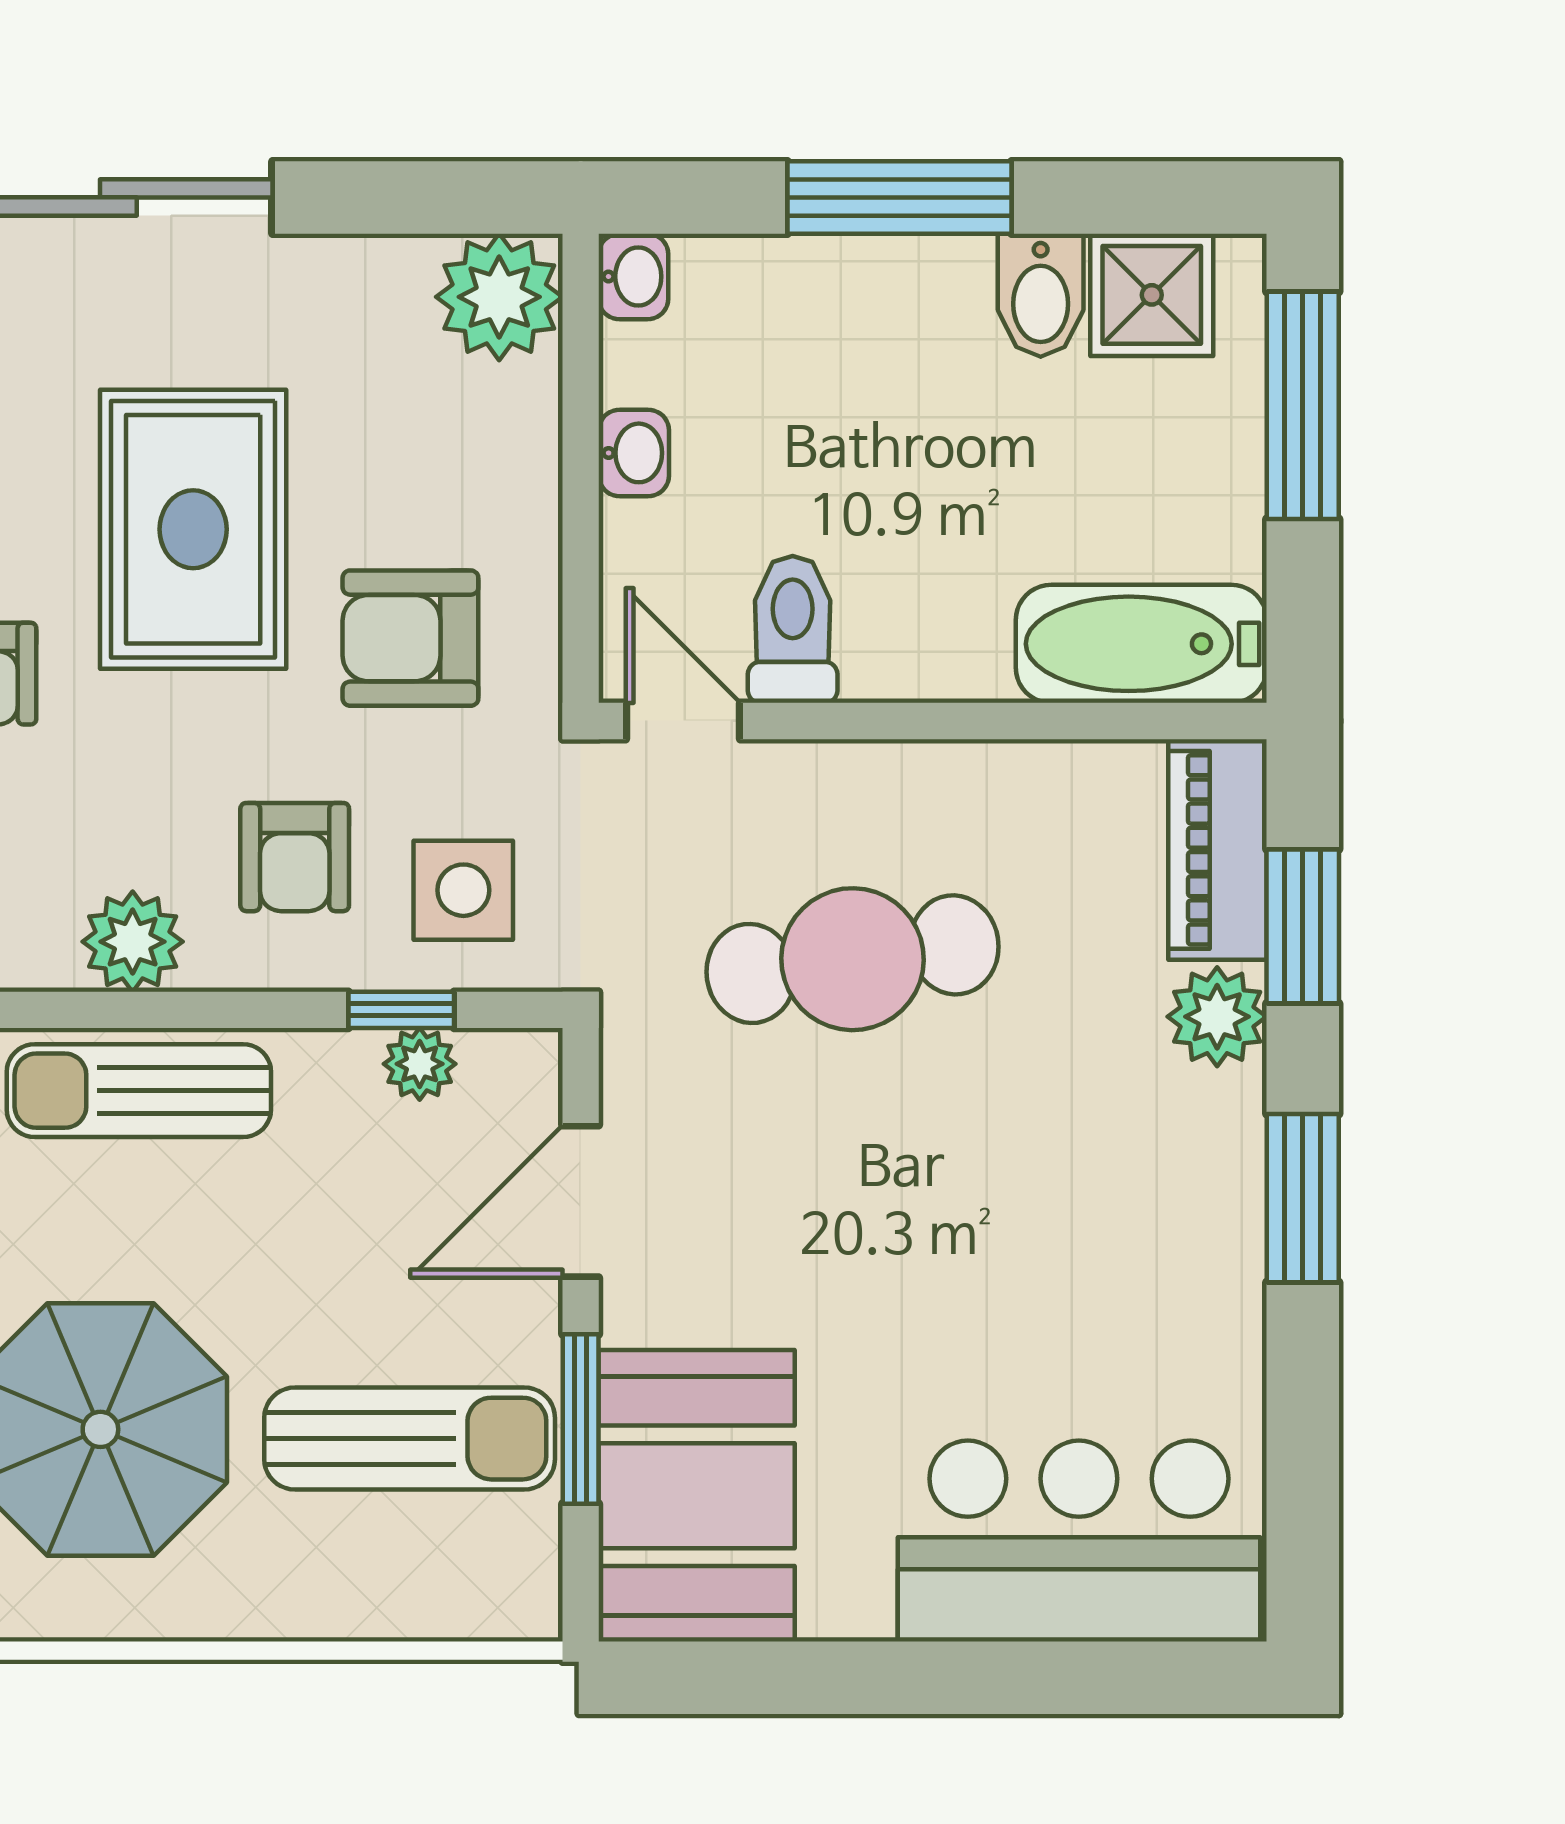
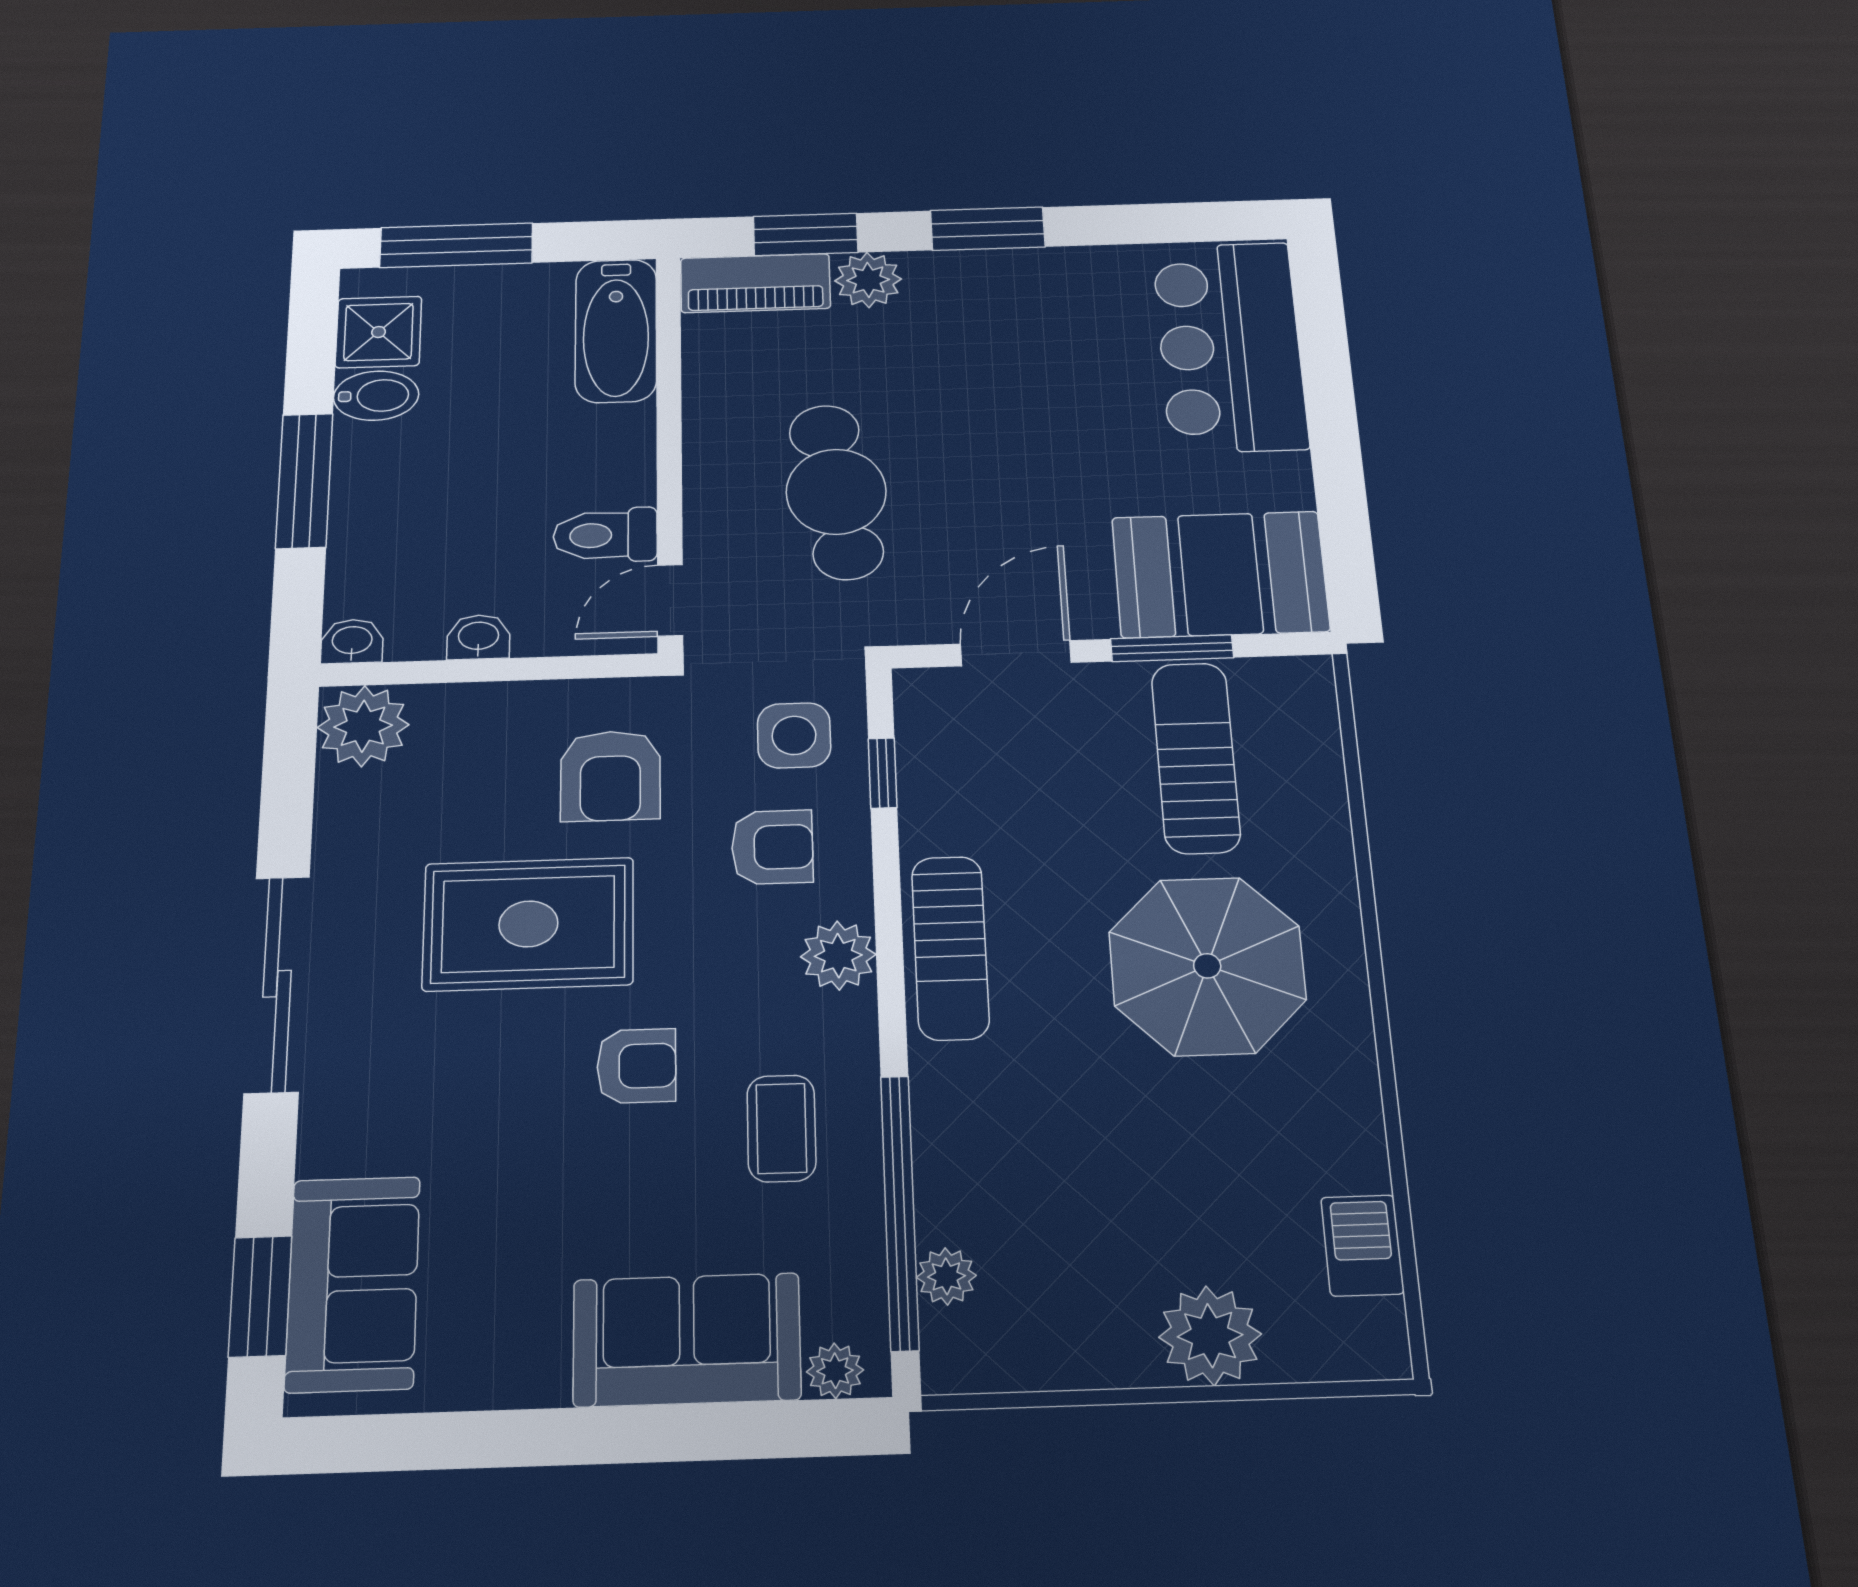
plant: (420, 1064) -> (922, 760), removed
door: (581, 1201) -> (1016, 653), swing flipped

